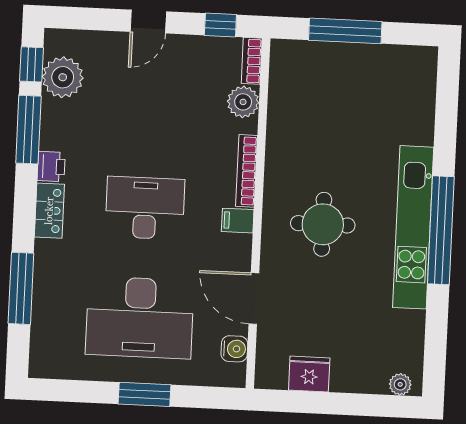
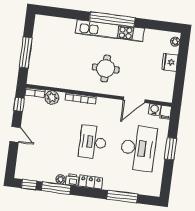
plant: (63, 77) -> (60, 179), moved, width x0.53, depth x0.53
filing cabinet: (238, 221) -> (166, 112), moved
fridge: (309, 374) -> (170, 62), moved

